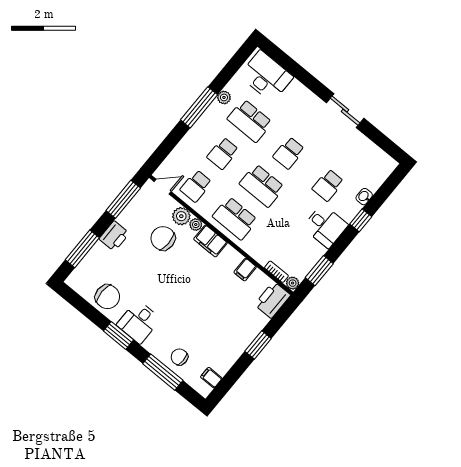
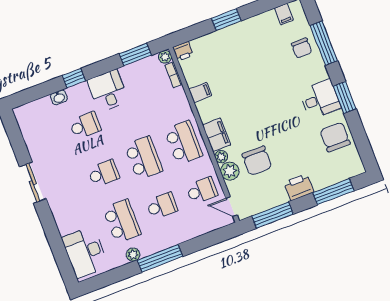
printer: (272, 300) -> (183, 51), width x0.53, depth x0.68

